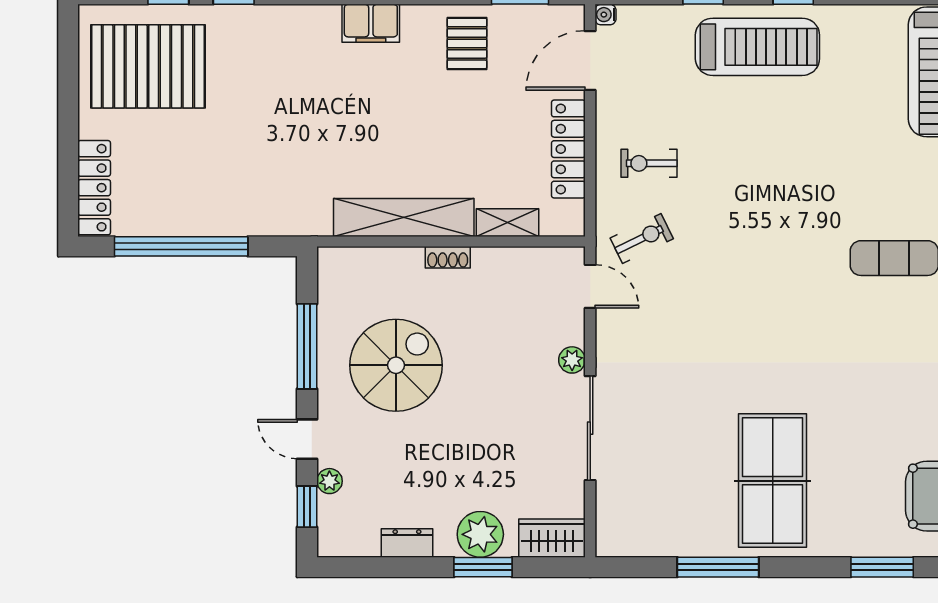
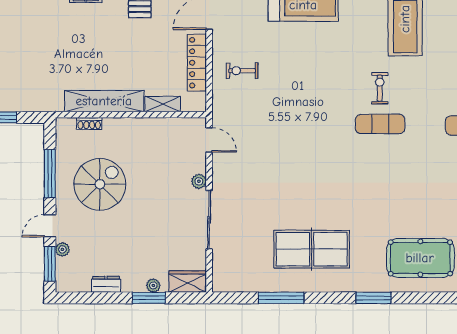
exercise bike: (642, 238) -> (380, 88), moved, turned -64
shoe rack: (448, 257) -> (89, 124), moved
door: (307, 439) -> (50, 226), hinge flipped
table tennis table: (773, 481) -> (312, 249), turned 90
window: (307, 507) -> (50, 264), width x1.50
plant: (480, 534) -> (153, 285), width x0.53, depth x0.53

